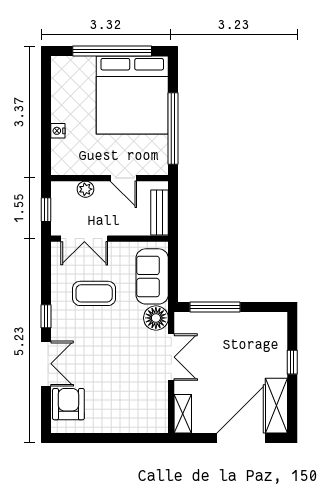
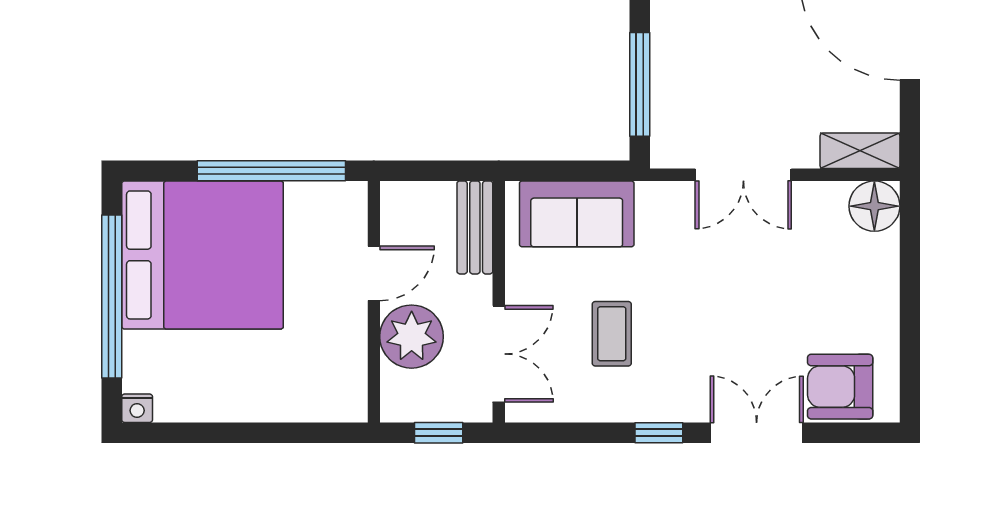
nightstand: (58, 131) -> (137, 408), moved
plant: (86, 189) -> (412, 337), width x1.88, depth x1.88
bench: (160, 212) -> (475, 227), moved, turned 90
coffee table: (94, 293) -> (612, 334), width x0.73, depth x0.77
floor lamp: (156, 318) -> (874, 206), moved
double door: (171, 357) -> (743, 175), swing flipped

